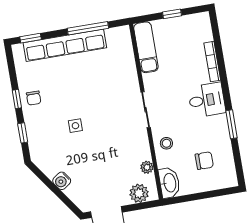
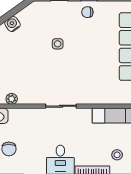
stool: (166, 143) -> (117, 155), moved

